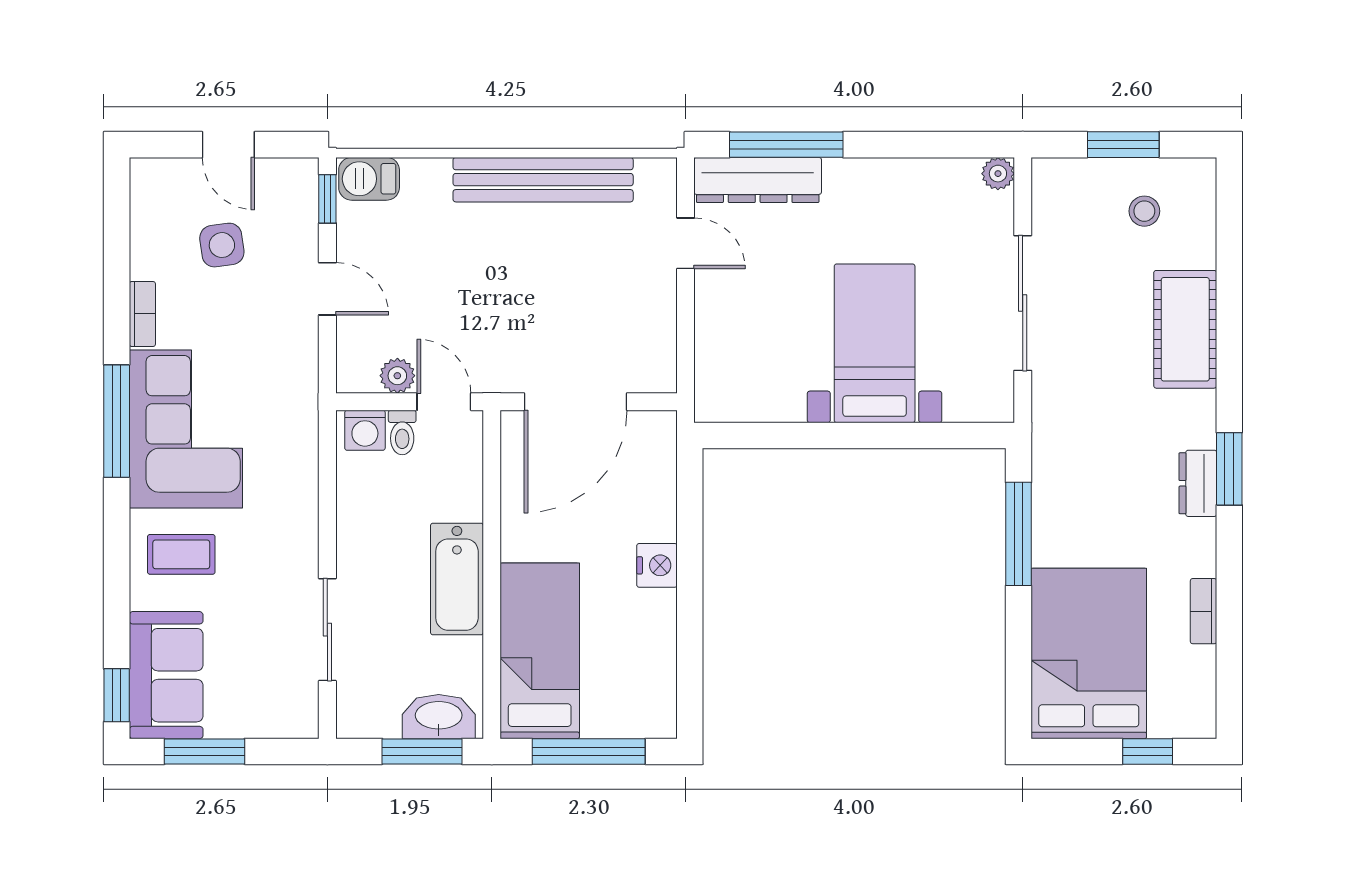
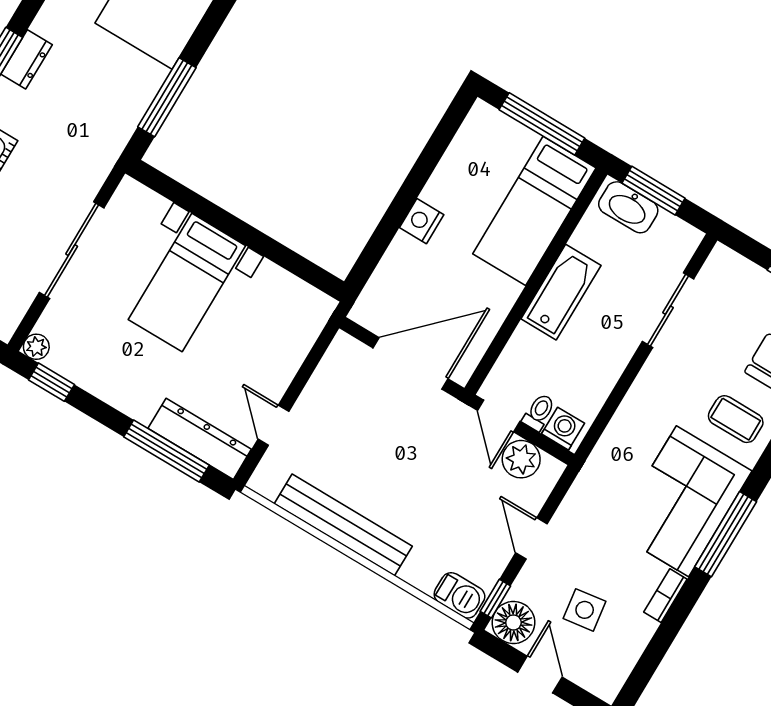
window: (958, 145) -> (51, 382), added
floor lamp: (292, 184) -> (513, 623), added
plant: (397, 376) -> (521, 459), width x1.38, depth x1.38

